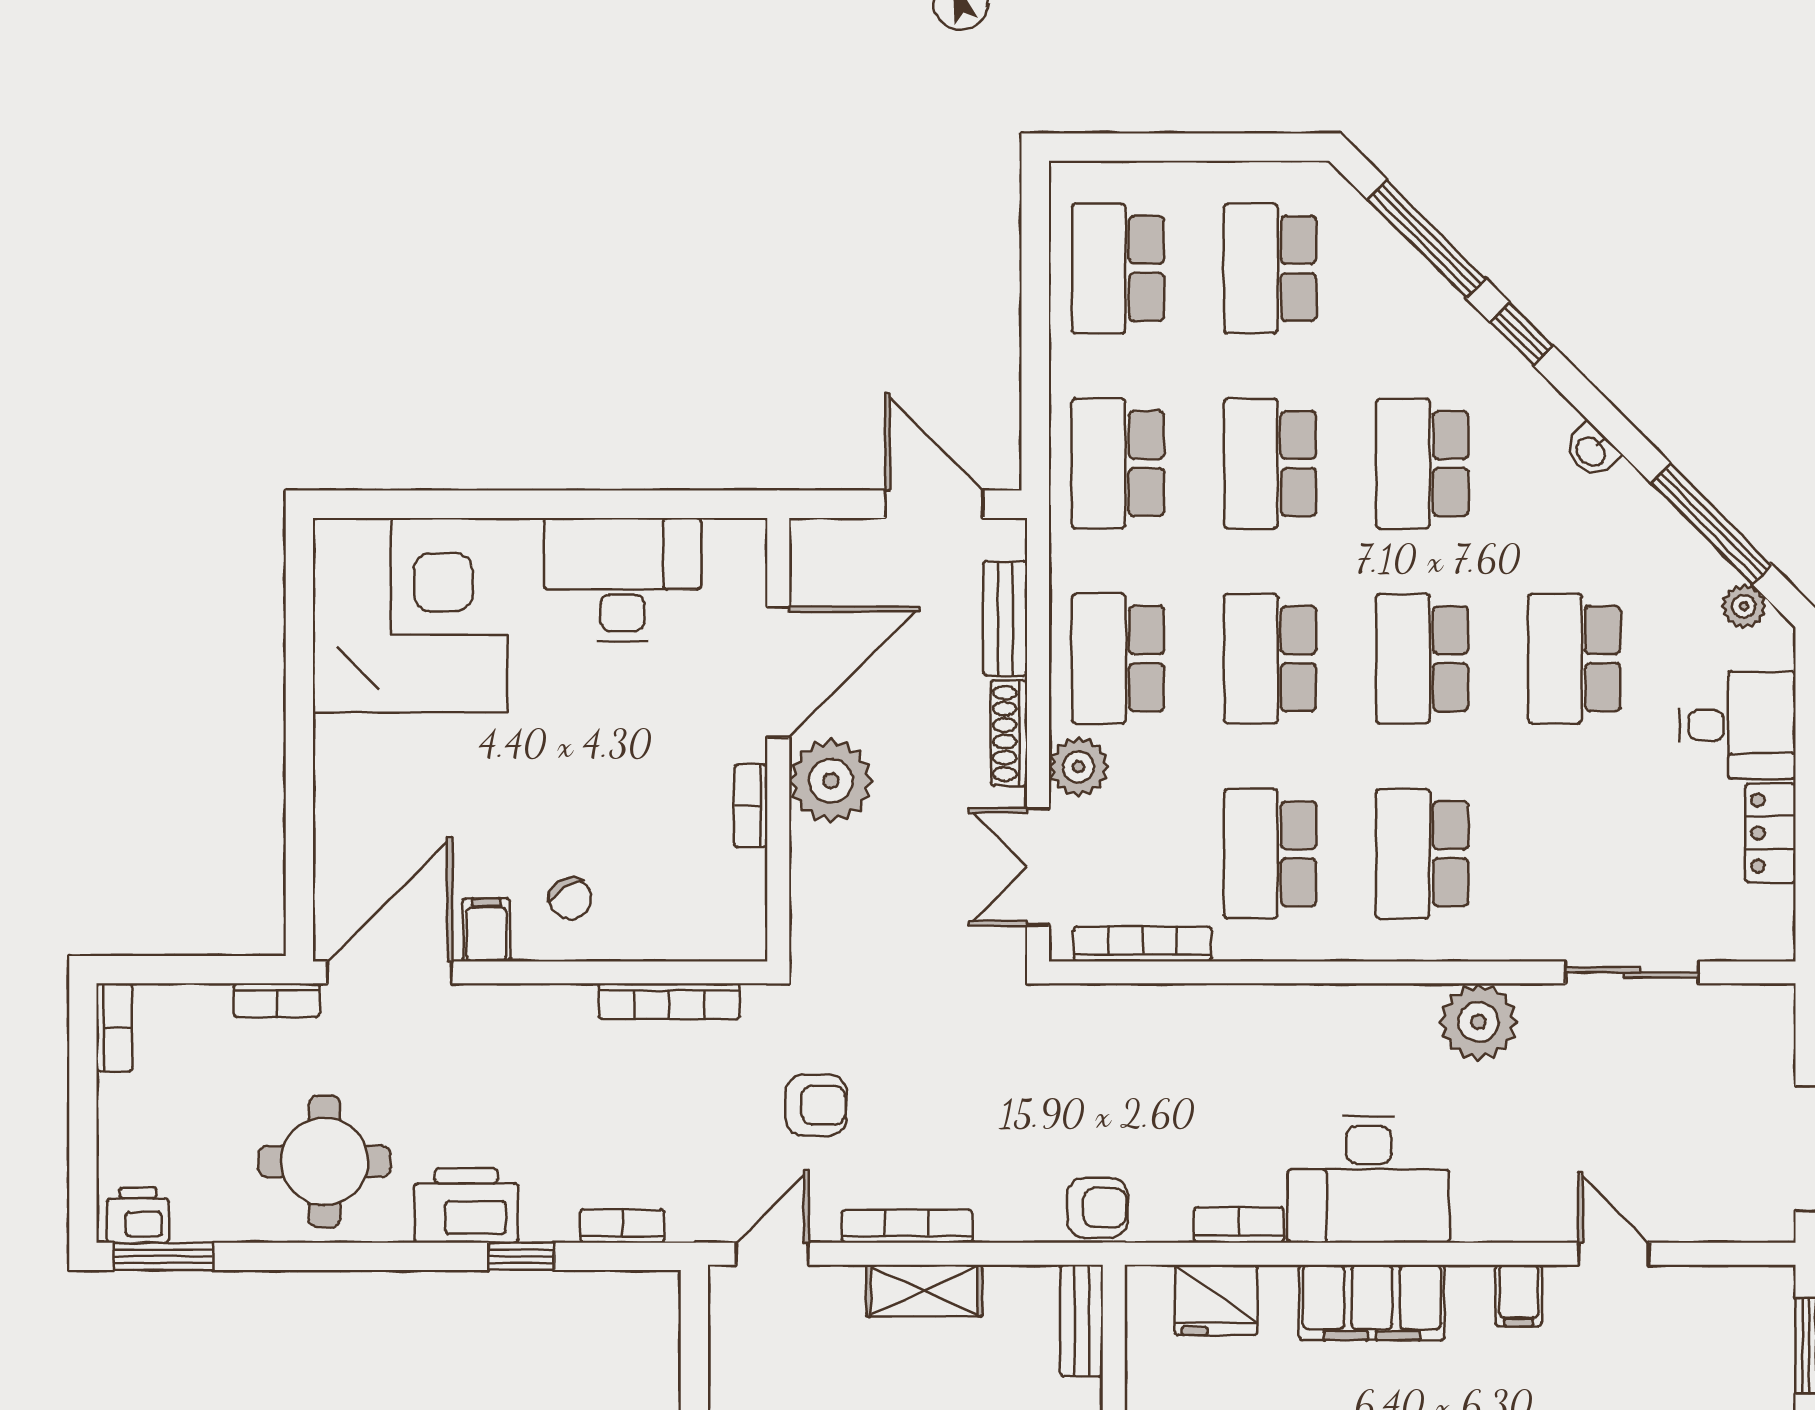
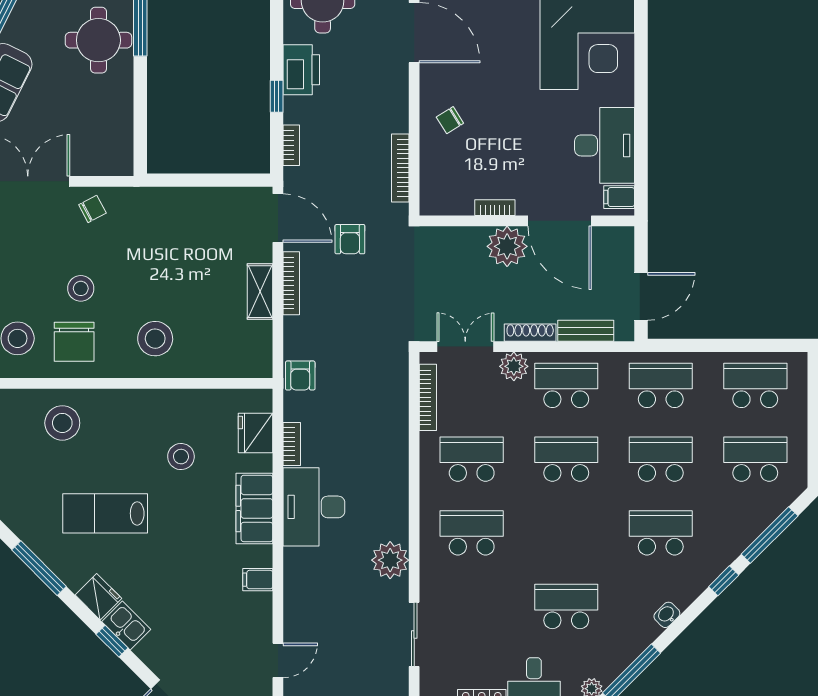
school desk: (1422, 659) -> (566, 533), removed
filing cabinet: (486, 930) -> (619, 197), moved, turned 180
door: (772, 1254) -> (278, 218), width x1.38
door: (1614, 1254) -> (278, 660), moved
bench: (1082, 1320) -> (246, 368), removed

